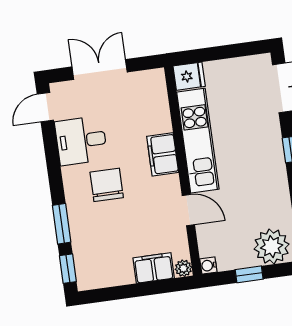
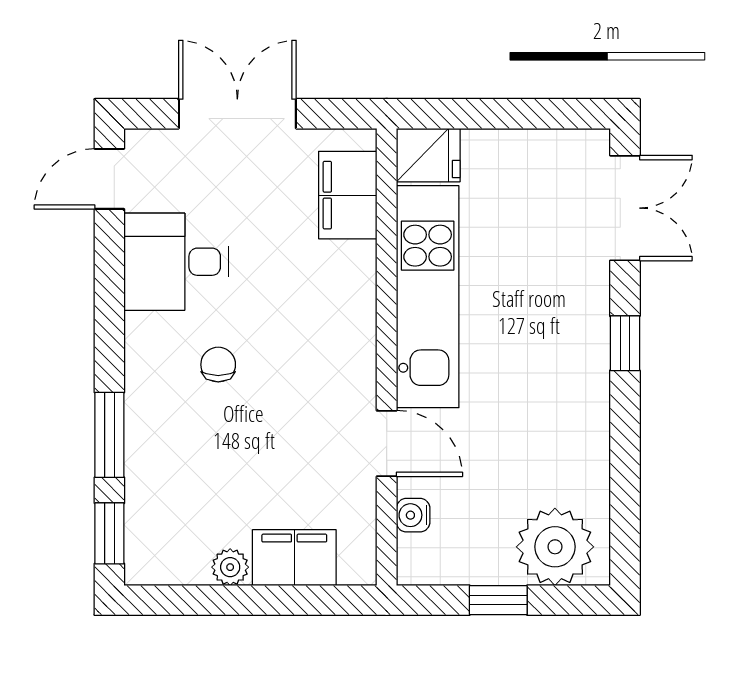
filing cabinet: (163, 154) -> (348, 195), moved
chair: (107, 185) -> (218, 365), width x0.54, depth x0.54
water cooler: (208, 265) -> (413, 515), moved
plant: (183, 268) -> (230, 567), moved

